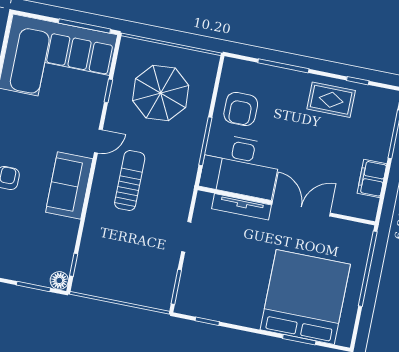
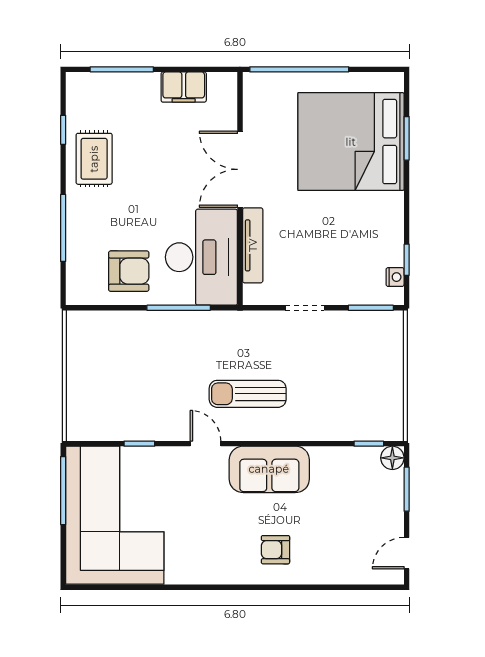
parasol: (161, 93) -> (129, 377), removed
nightstand: (196, 310) -> (395, 277), added

